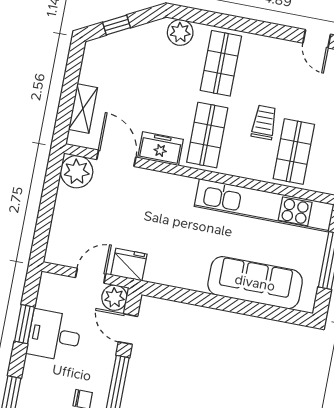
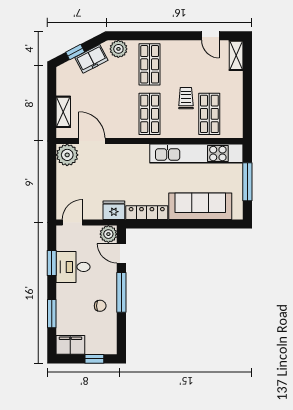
freezer: (161, 149) -> (91, 59), moved, turned 152
door: (91, 276) -> (72, 222), moved
locker: (176, 277) -> (147, 213), added

